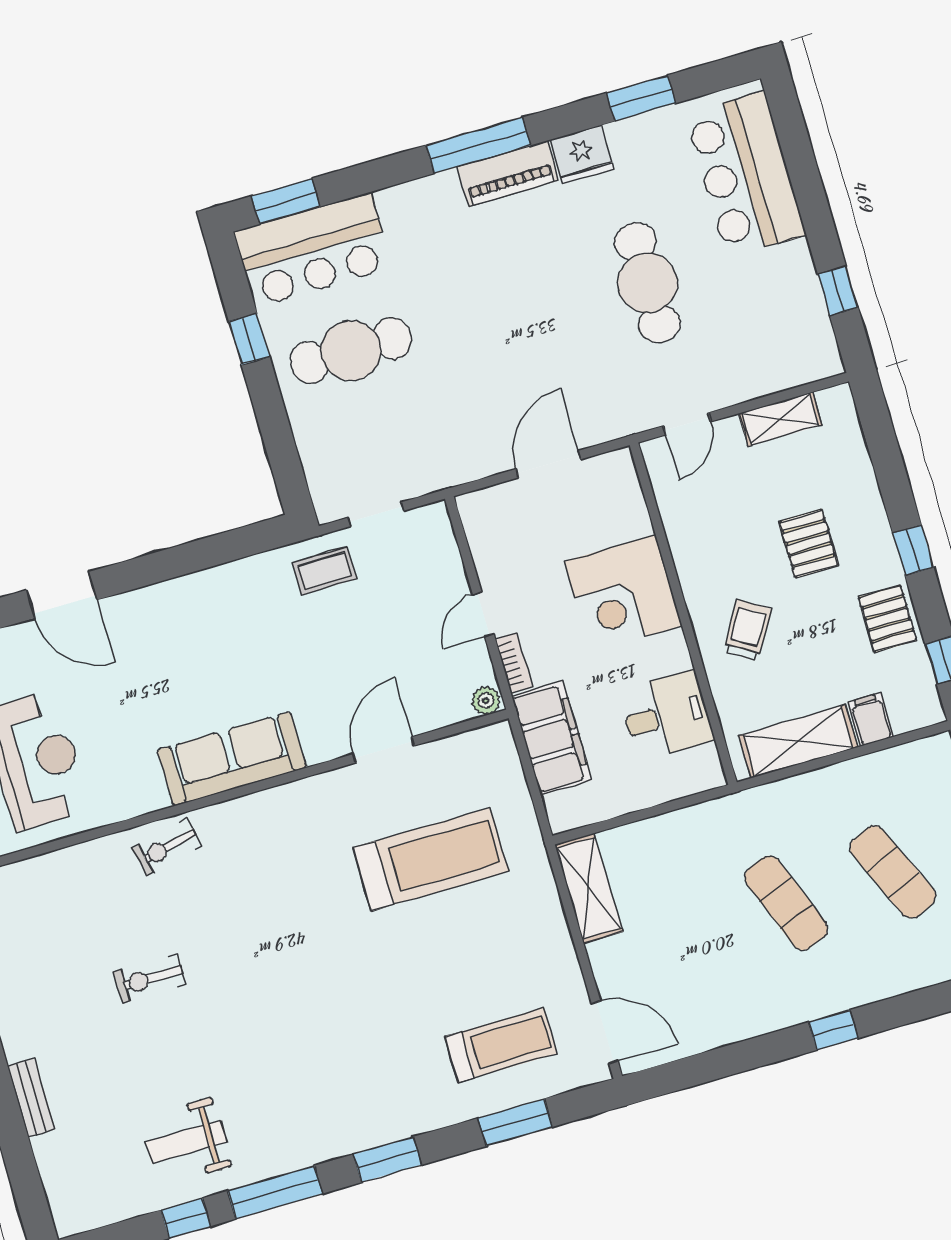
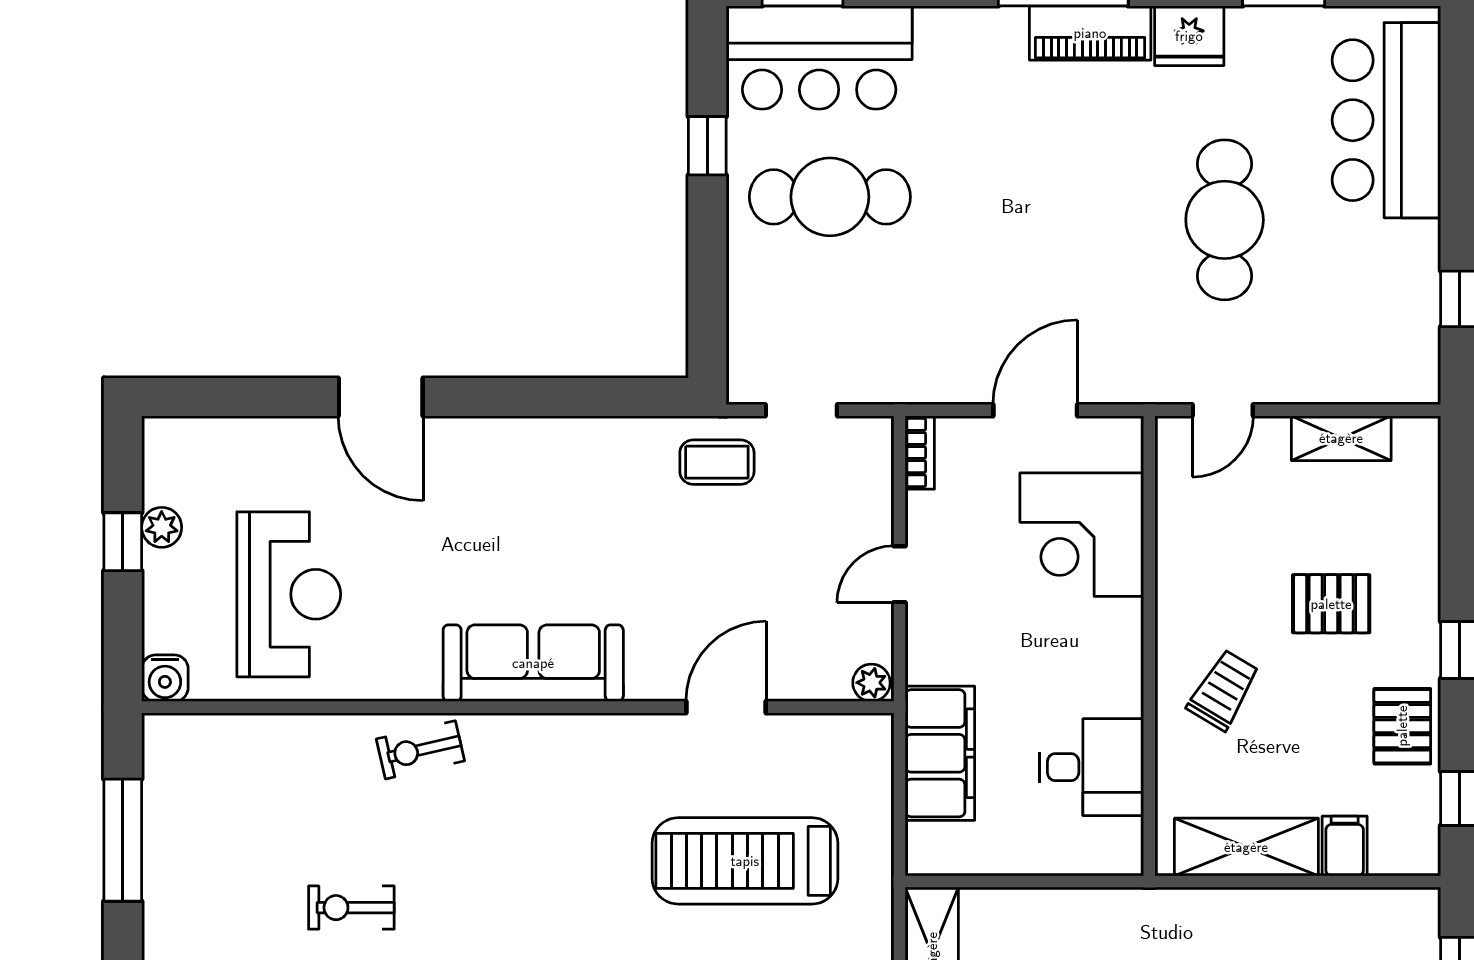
pallet: (809, 544) -> (1331, 604), turned 90
corner desk: (623, 593) -> (1082, 535), moved
bookcase: (514, 663) -> (920, 453), moved
treadmill: (431, 859) -> (745, 861), turned 180

